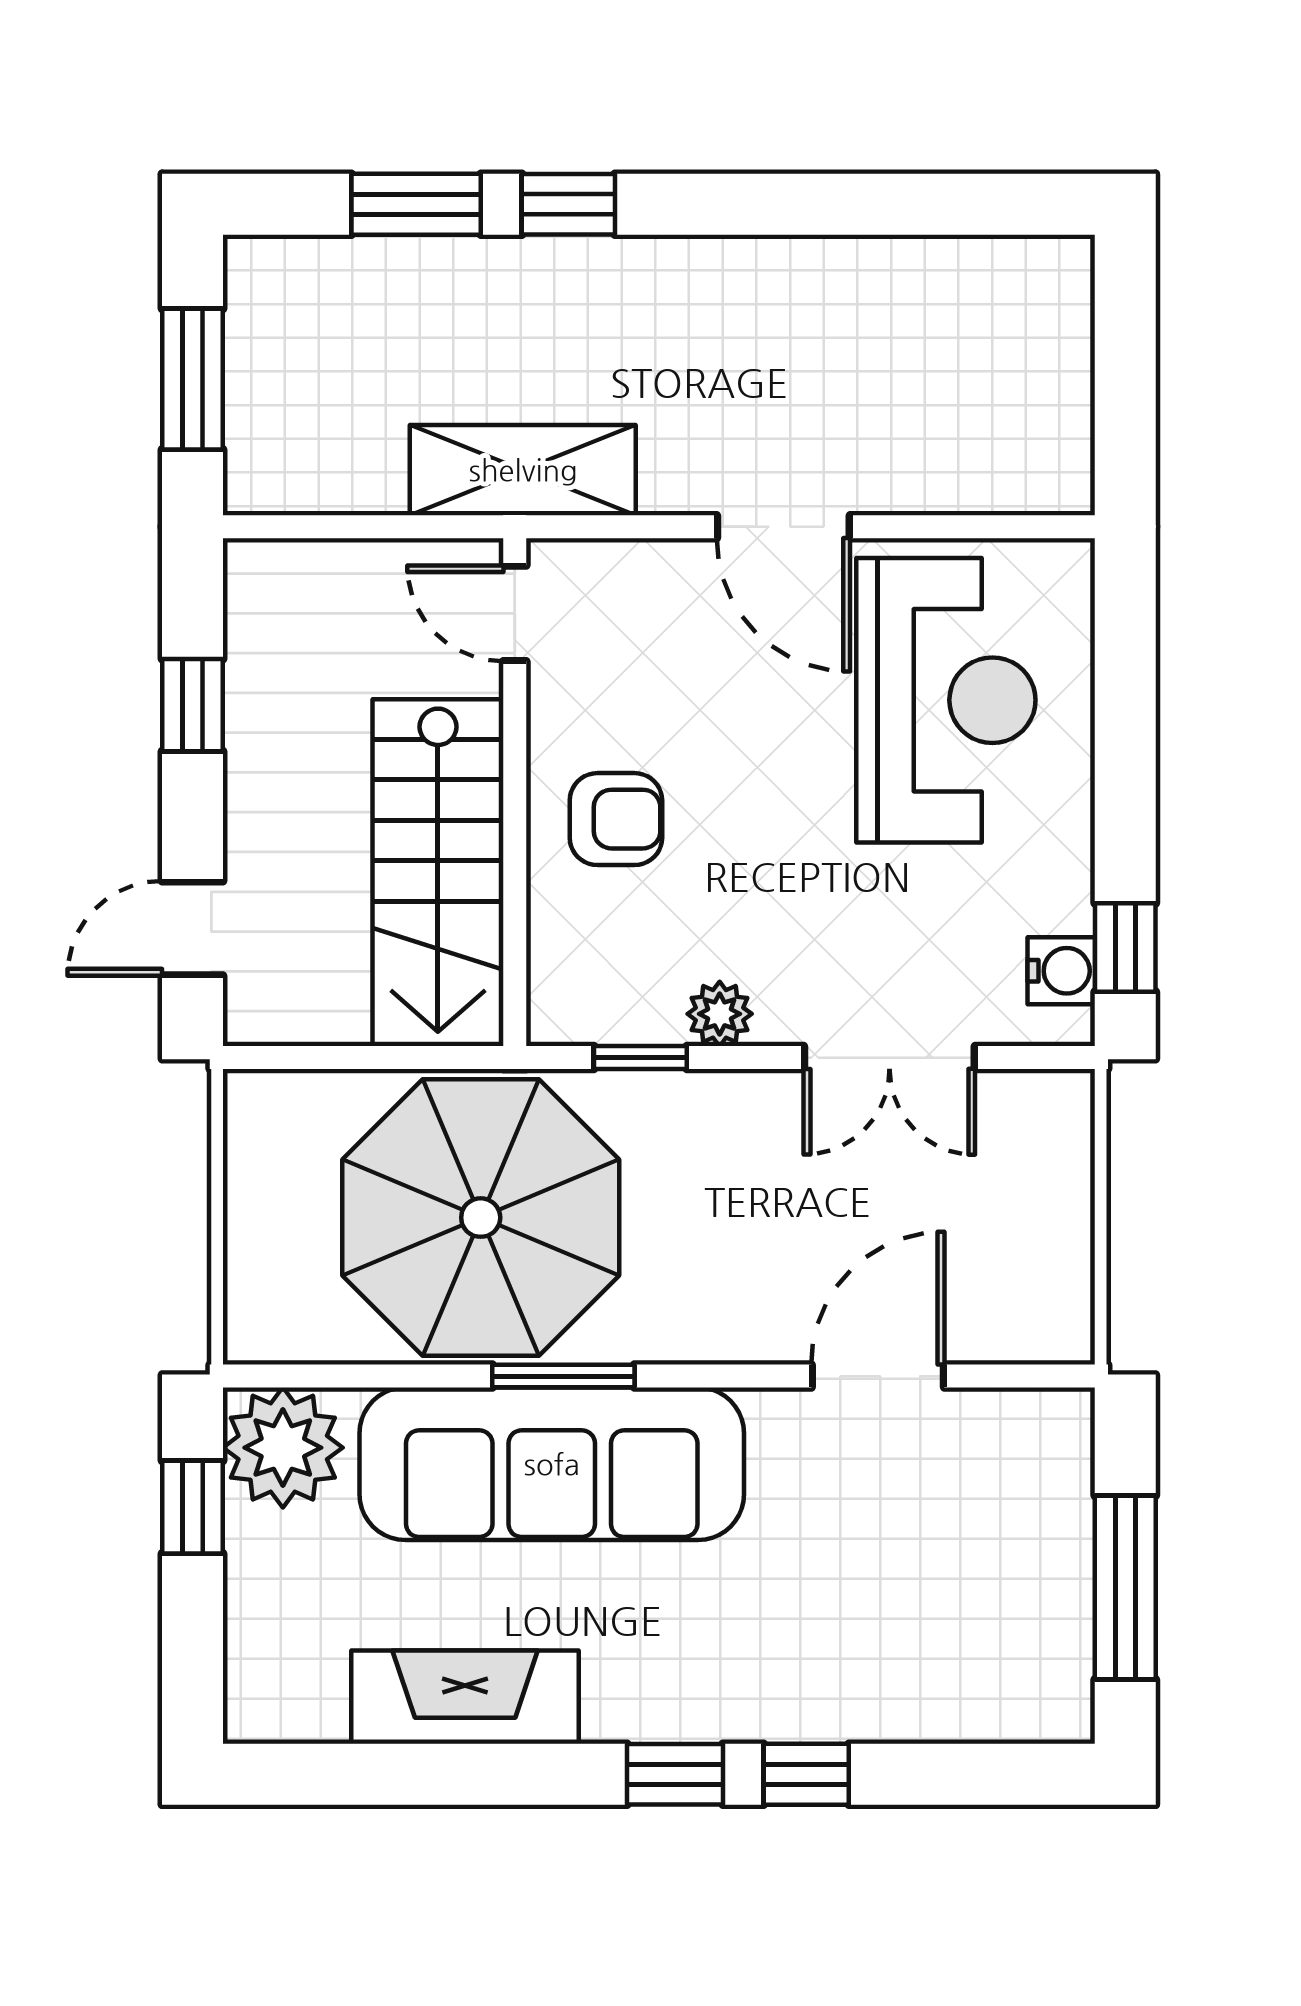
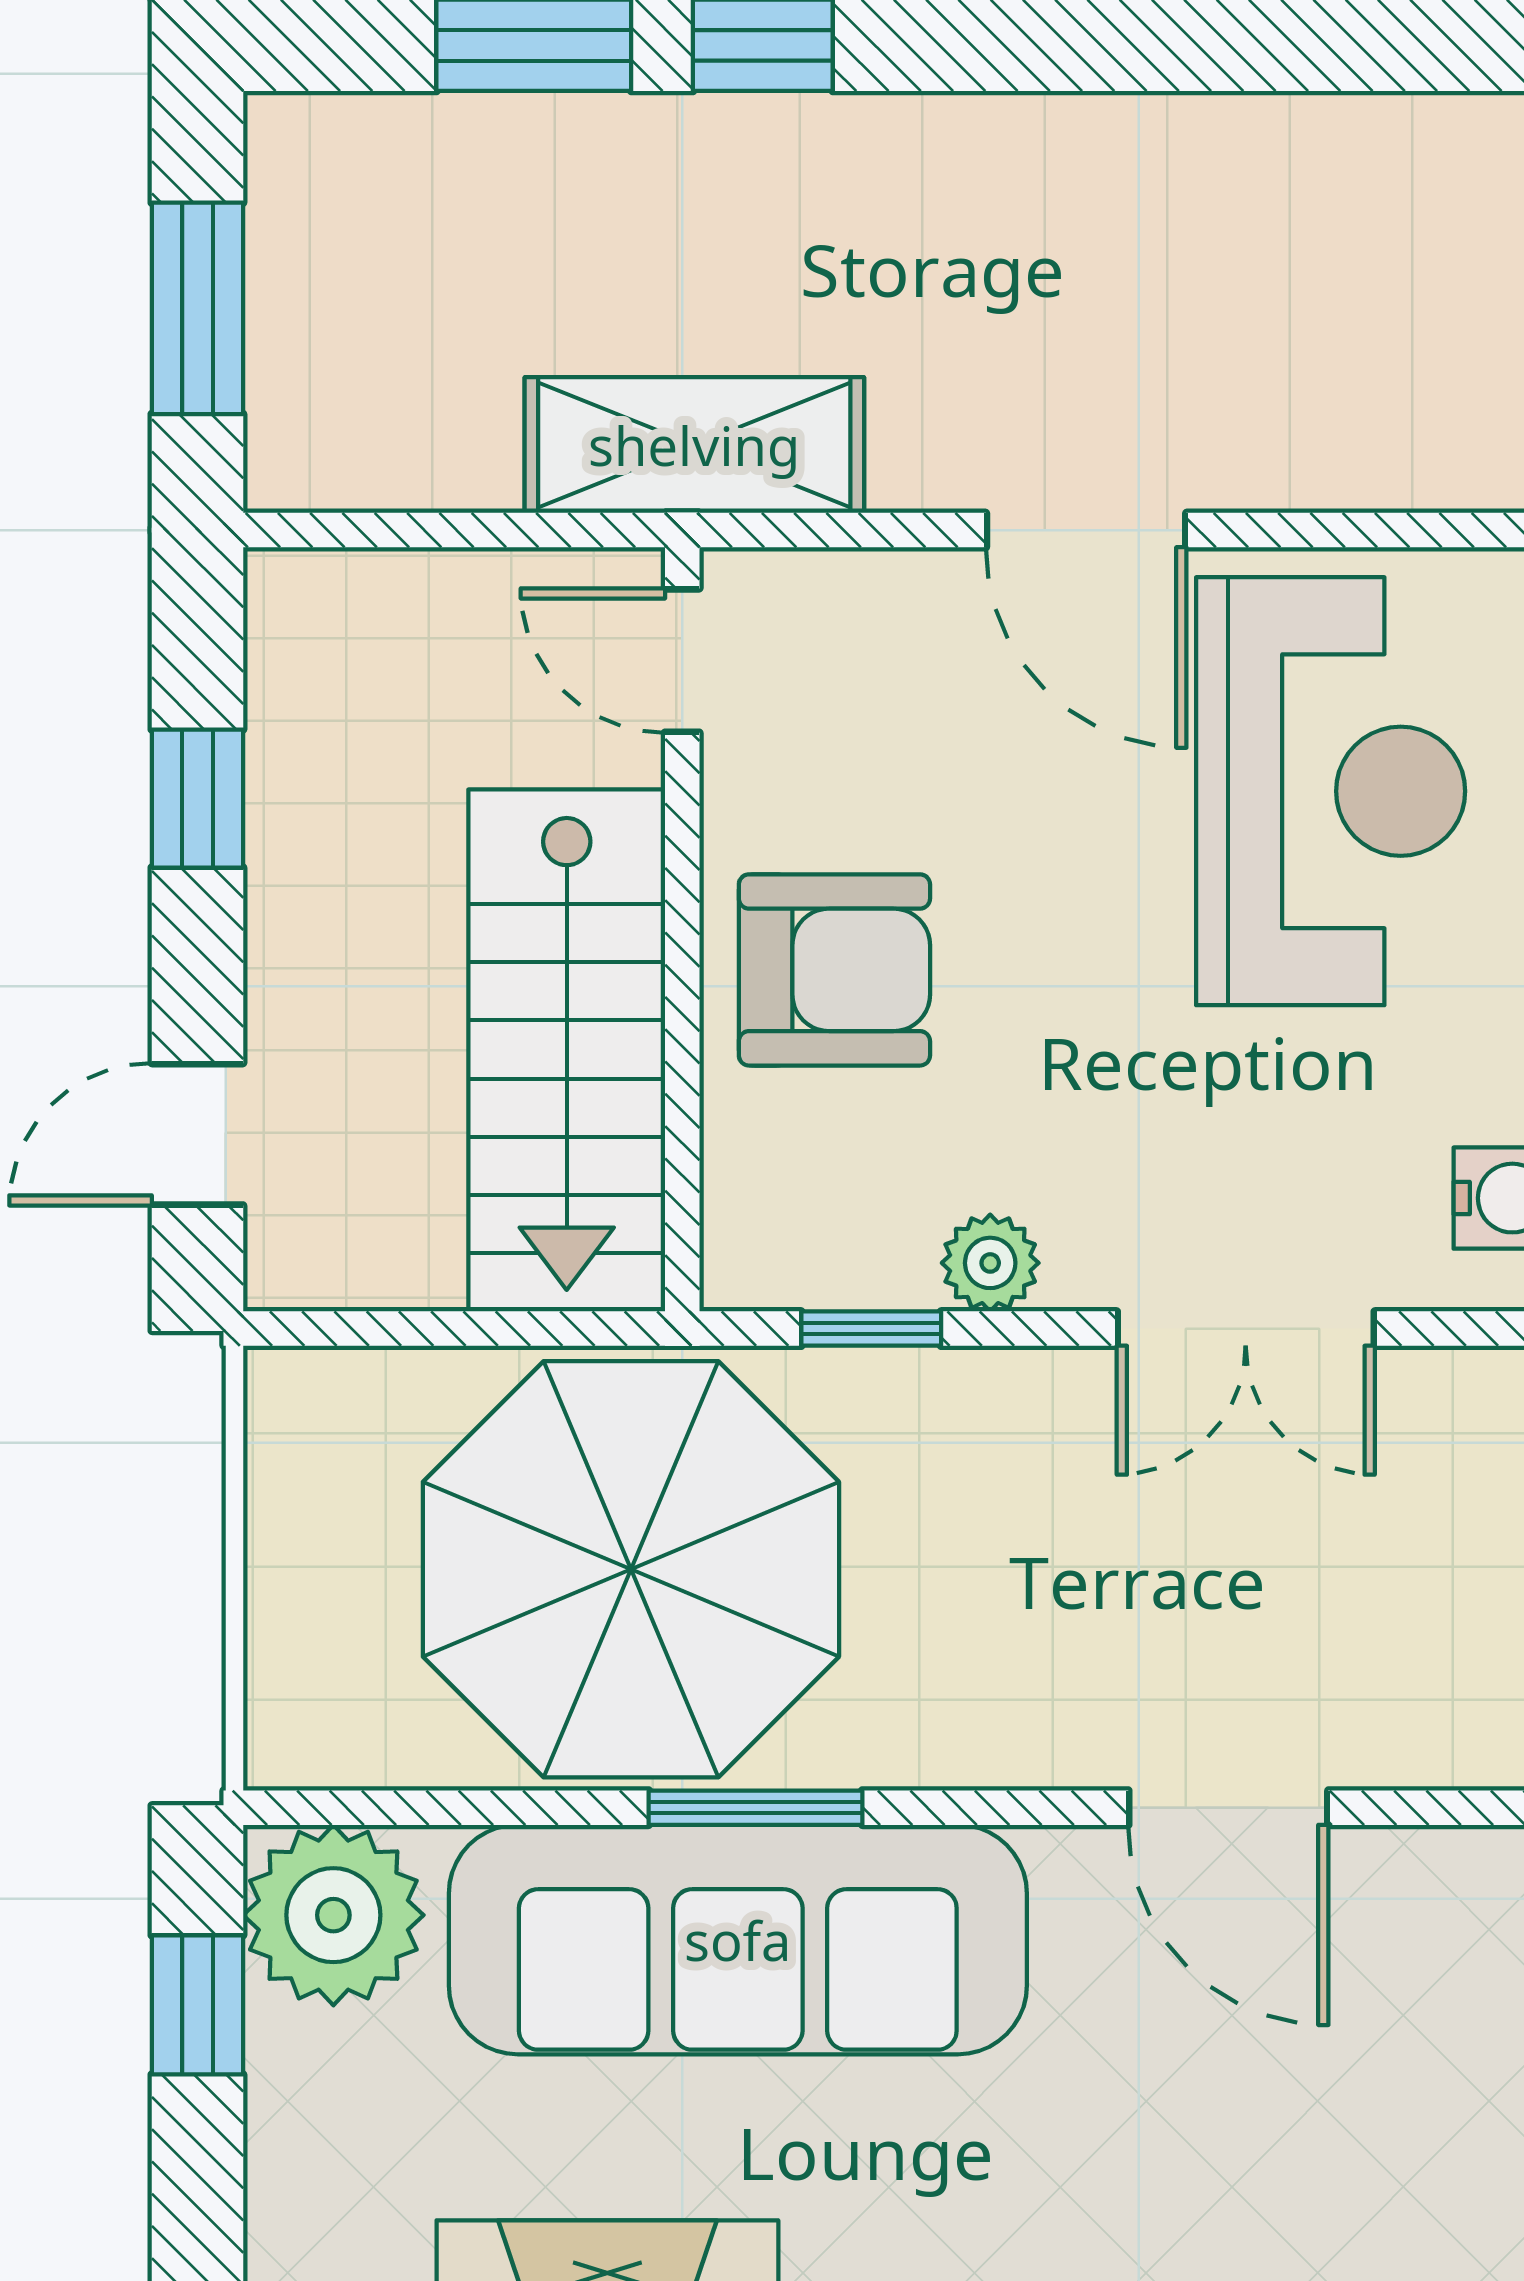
armchair: (616, 819) -> (834, 970), width x1.38, depth x1.38
door: (878, 1376) -> (1228, 1808), swing flipped

